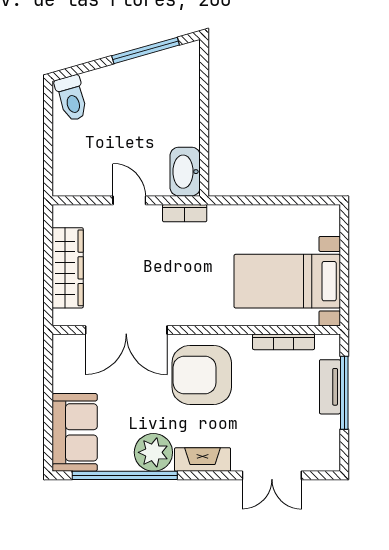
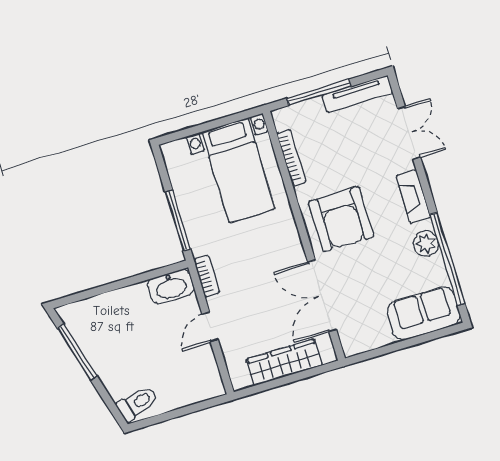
window: (253, 200) -> (178, 221), added
double door: (126, 330) -> (322, 296), swing flipped
tv unit: (330, 387) -> (358, 94), moved, width x1.41
plant: (153, 452) -> (426, 244), width x0.73, depth x0.73

